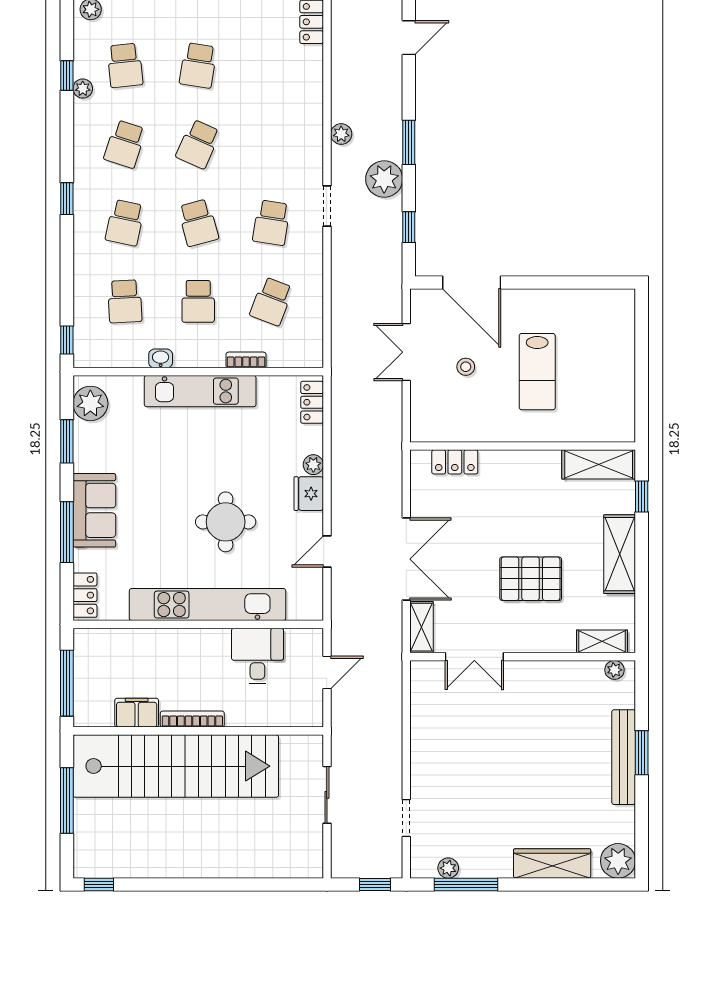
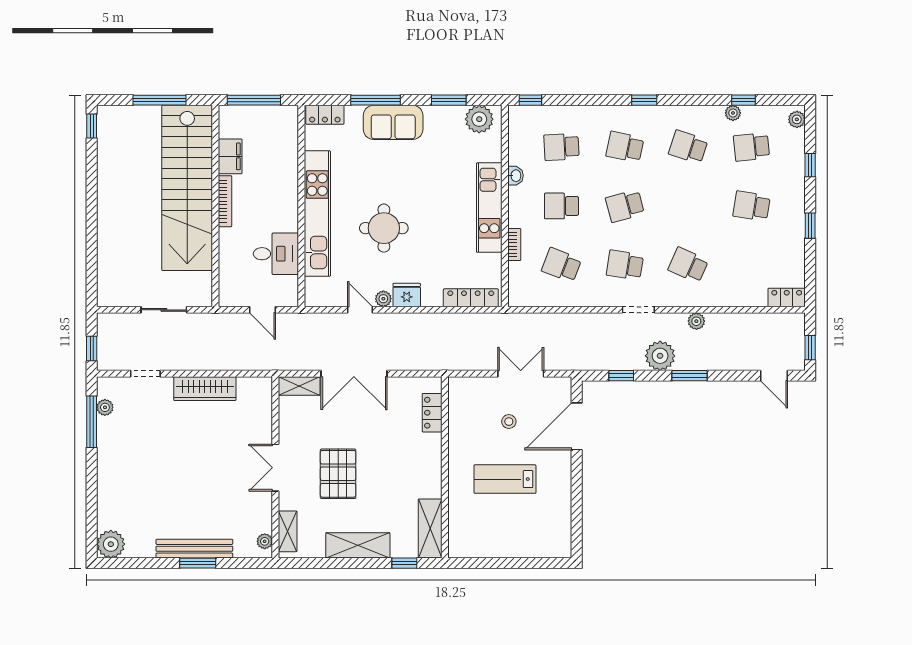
school desk: (198, 144) -> (688, 265), moved
locker: (312, 402) -> (471, 298), width x1.53
plant: (313, 465) -> (383, 299), moved
double door: (474, 657) -> (275, 468), moved
wardrobe: (552, 863) -> (205, 389), moved, turned 90

